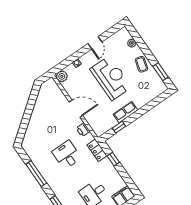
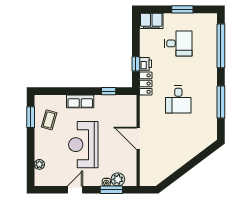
window: (70, 60) -> (111, 190), added
coffee table: (141, 64) -> (49, 120), moved
plant: (62, 76) -> (118, 179), moved
row of seats: (126, 112) -> (80, 101), moved
printer: (83, 130) -> (145, 64), moved

